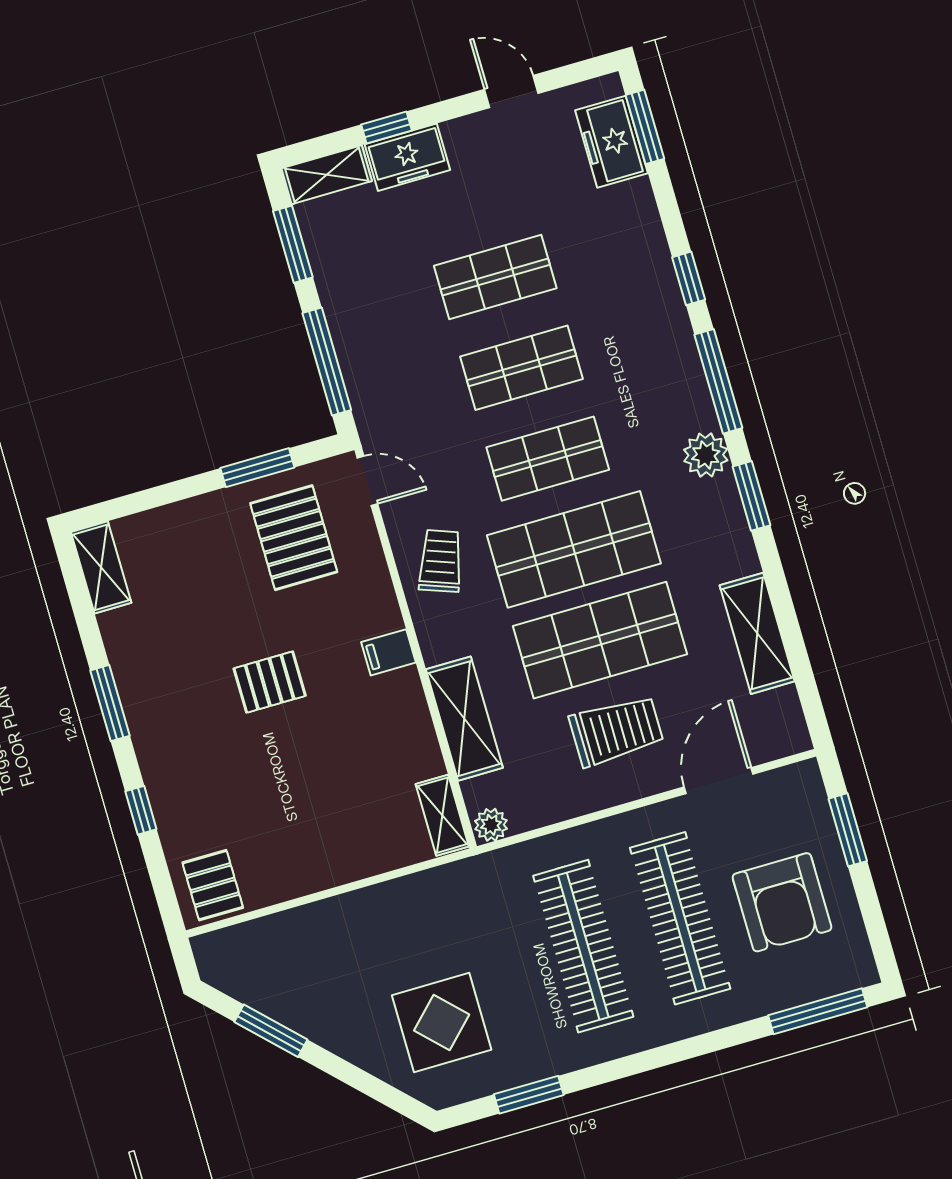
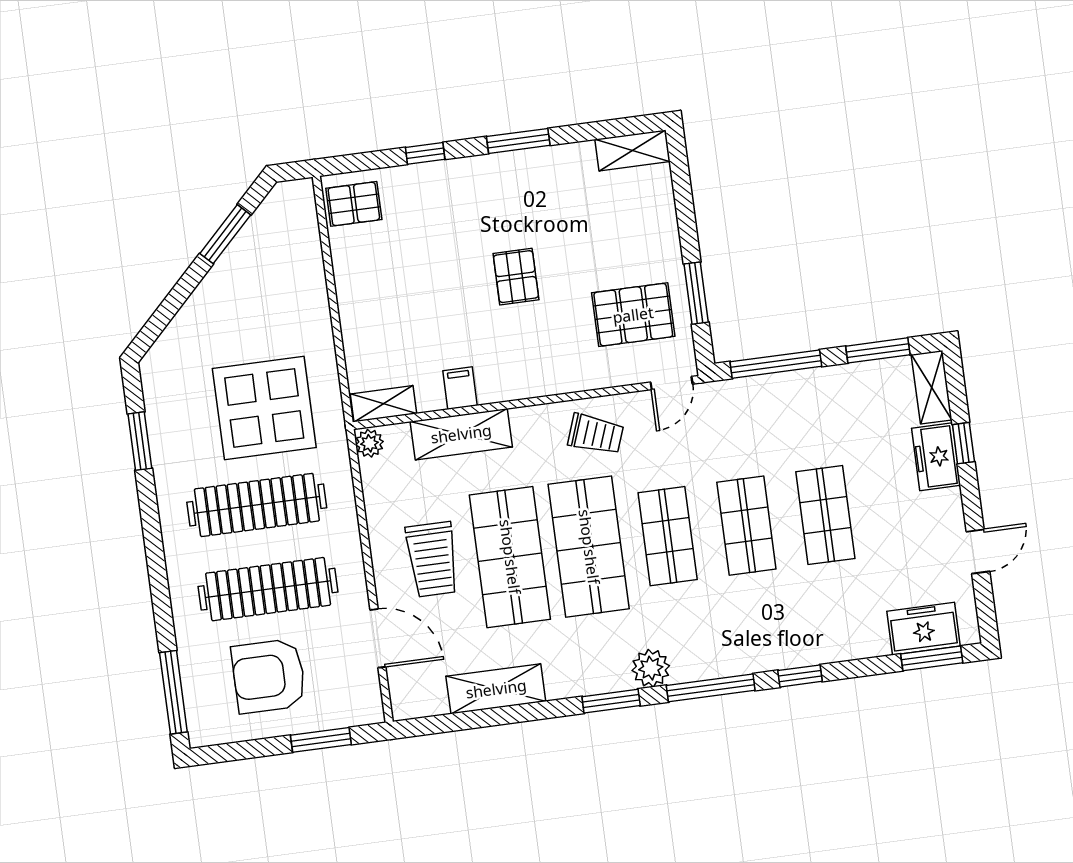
filing cabinet: (388, 652) -> (460, 388), moved
display table: (442, 1023) -> (264, 408), moved, width x1.36, depth x1.36

